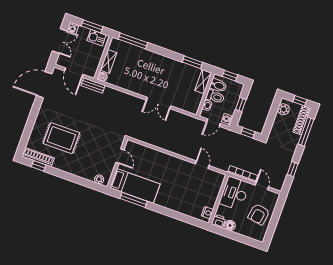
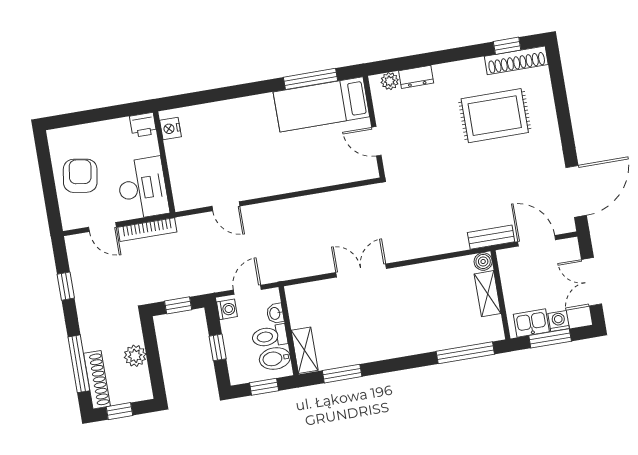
washing machine: (73, 28) -> (559, 321), moved
plant: (283, 109) -> (135, 356), moved
dresser: (86, 175) -> (416, 77), added
floor lamp: (230, 225) -> (119, 128), removed

